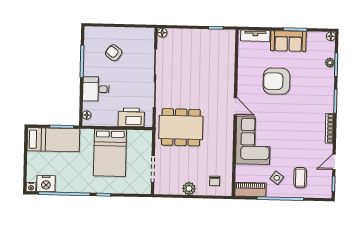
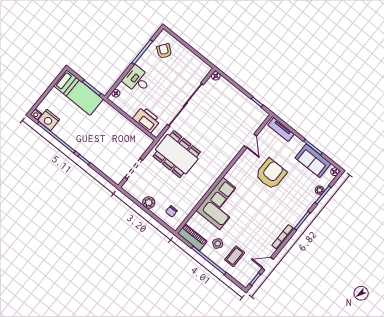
sofa: (288, 41) -> (313, 161), moved
armchair: (114, 53) -> (164, 51), moved
armchair: (276, 81) -> (271, 174), turned 90
door: (235, 106) -> (250, 141), moved
bed: (110, 153) -> (112, 133), removed

